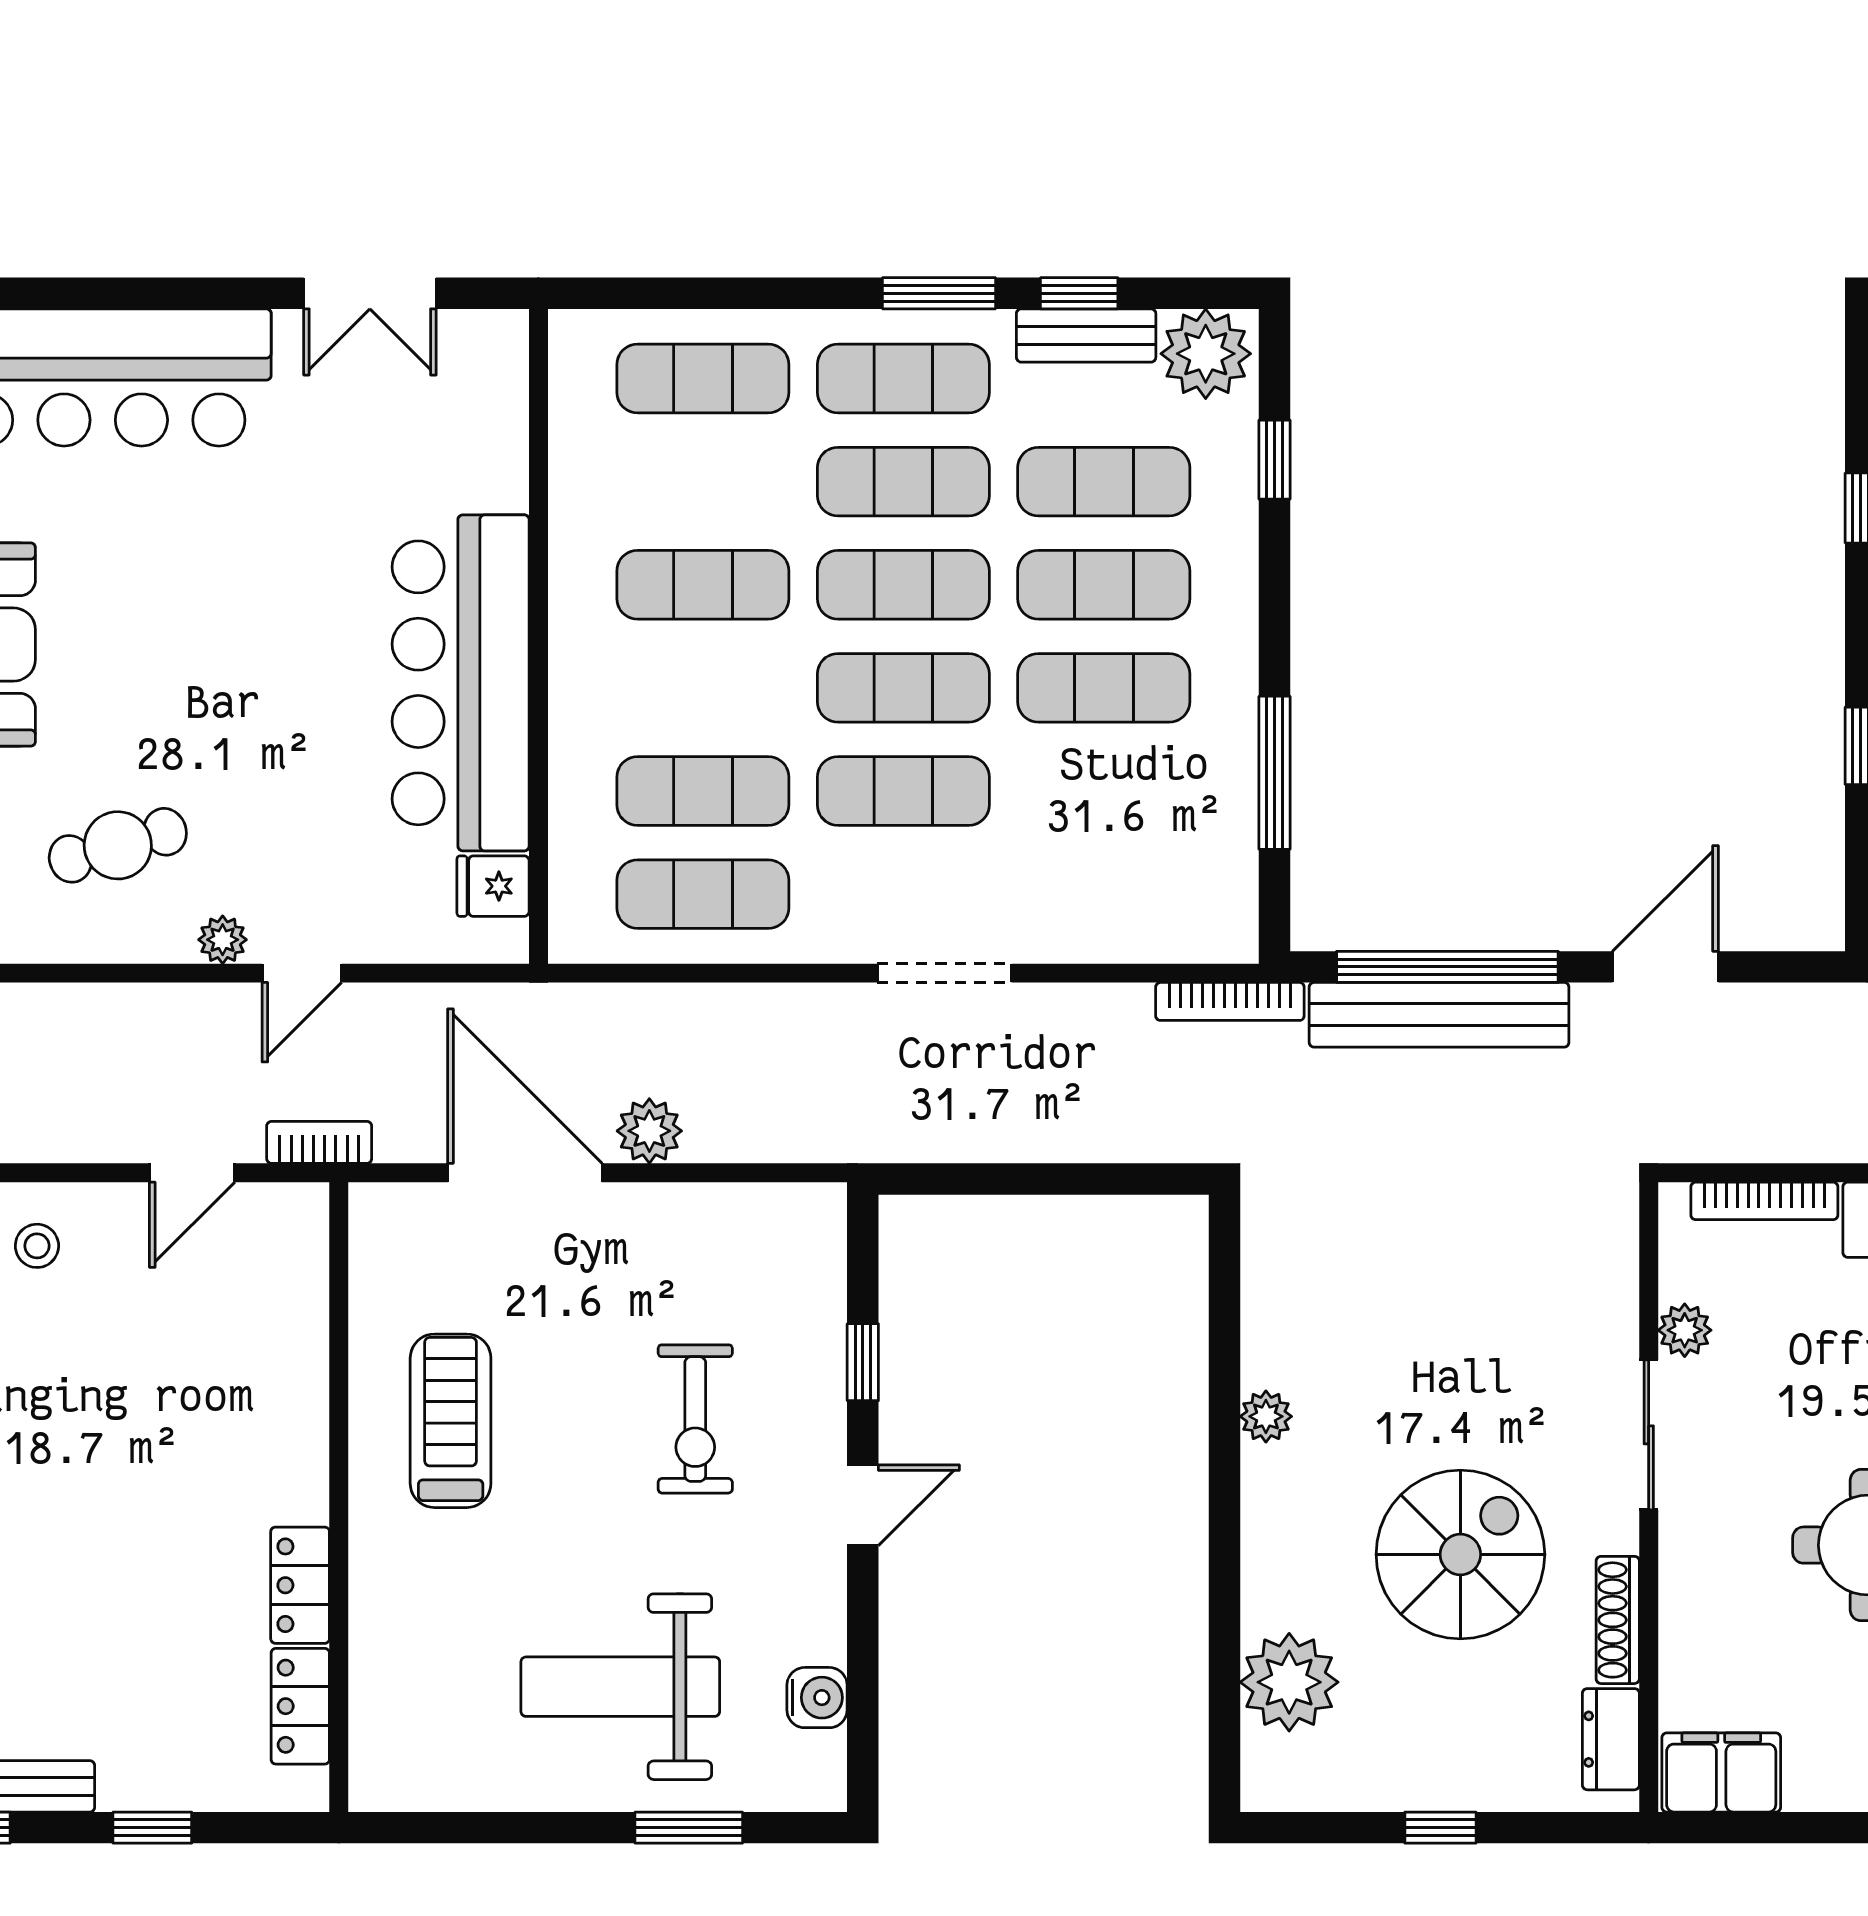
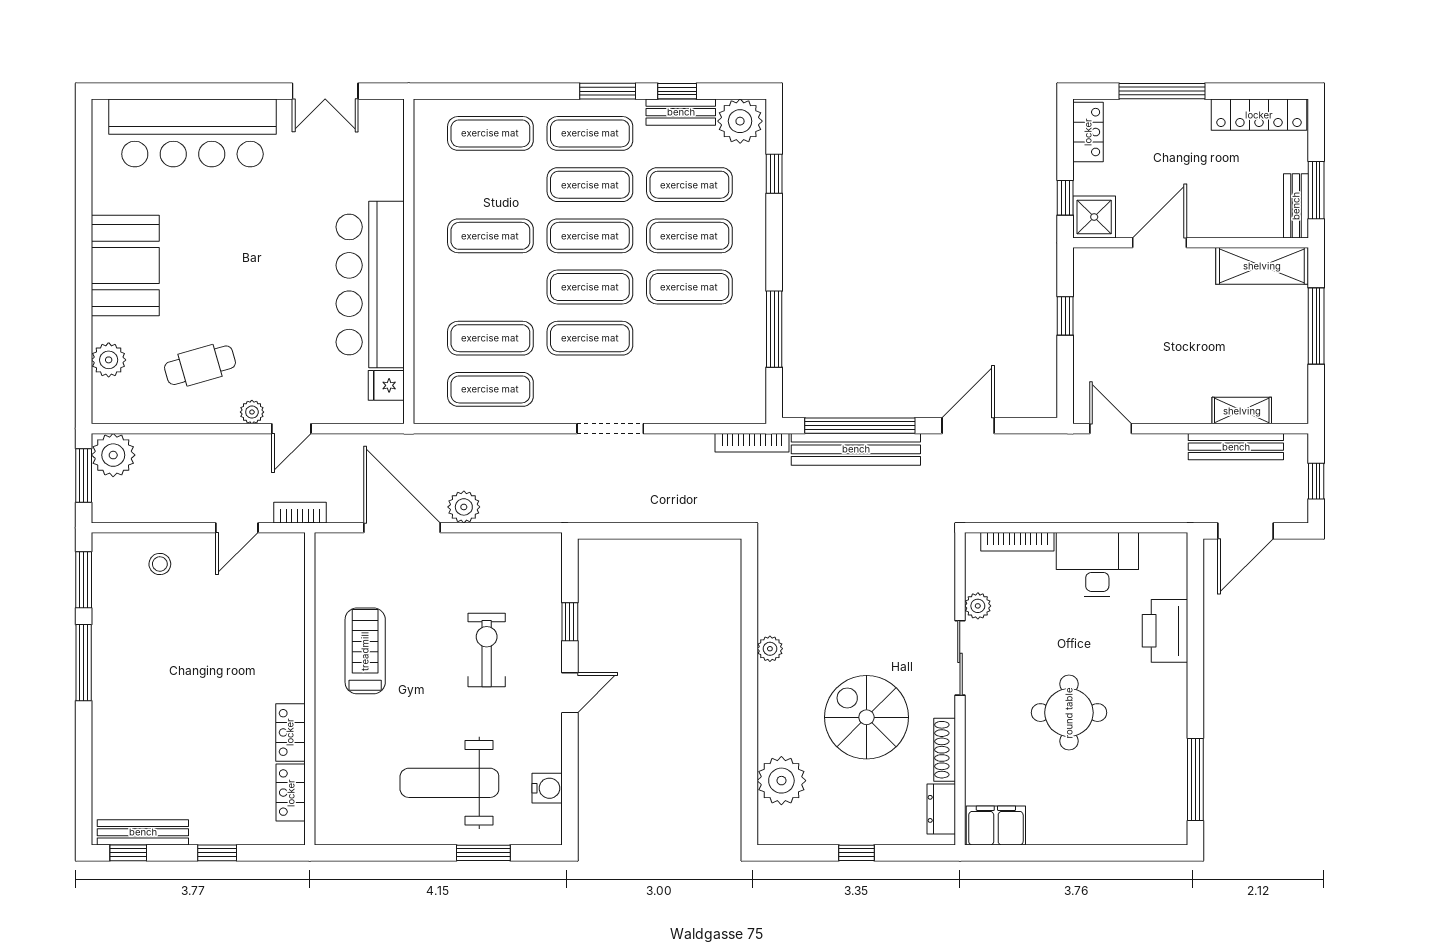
exercise bike: (695, 1419) -> (487, 650), turned 180
spiral stairs: (1460, 1554) -> (866, 717), turned -90

